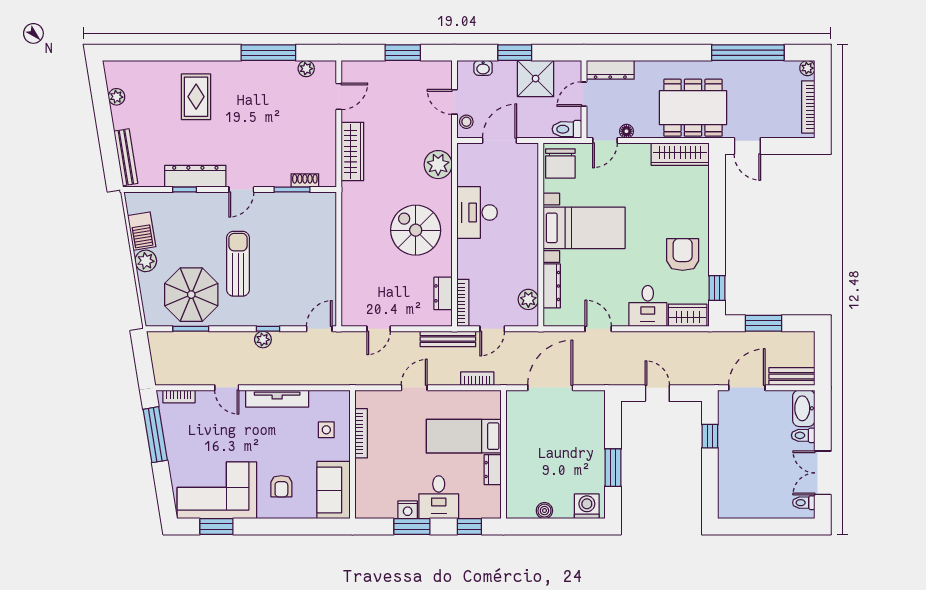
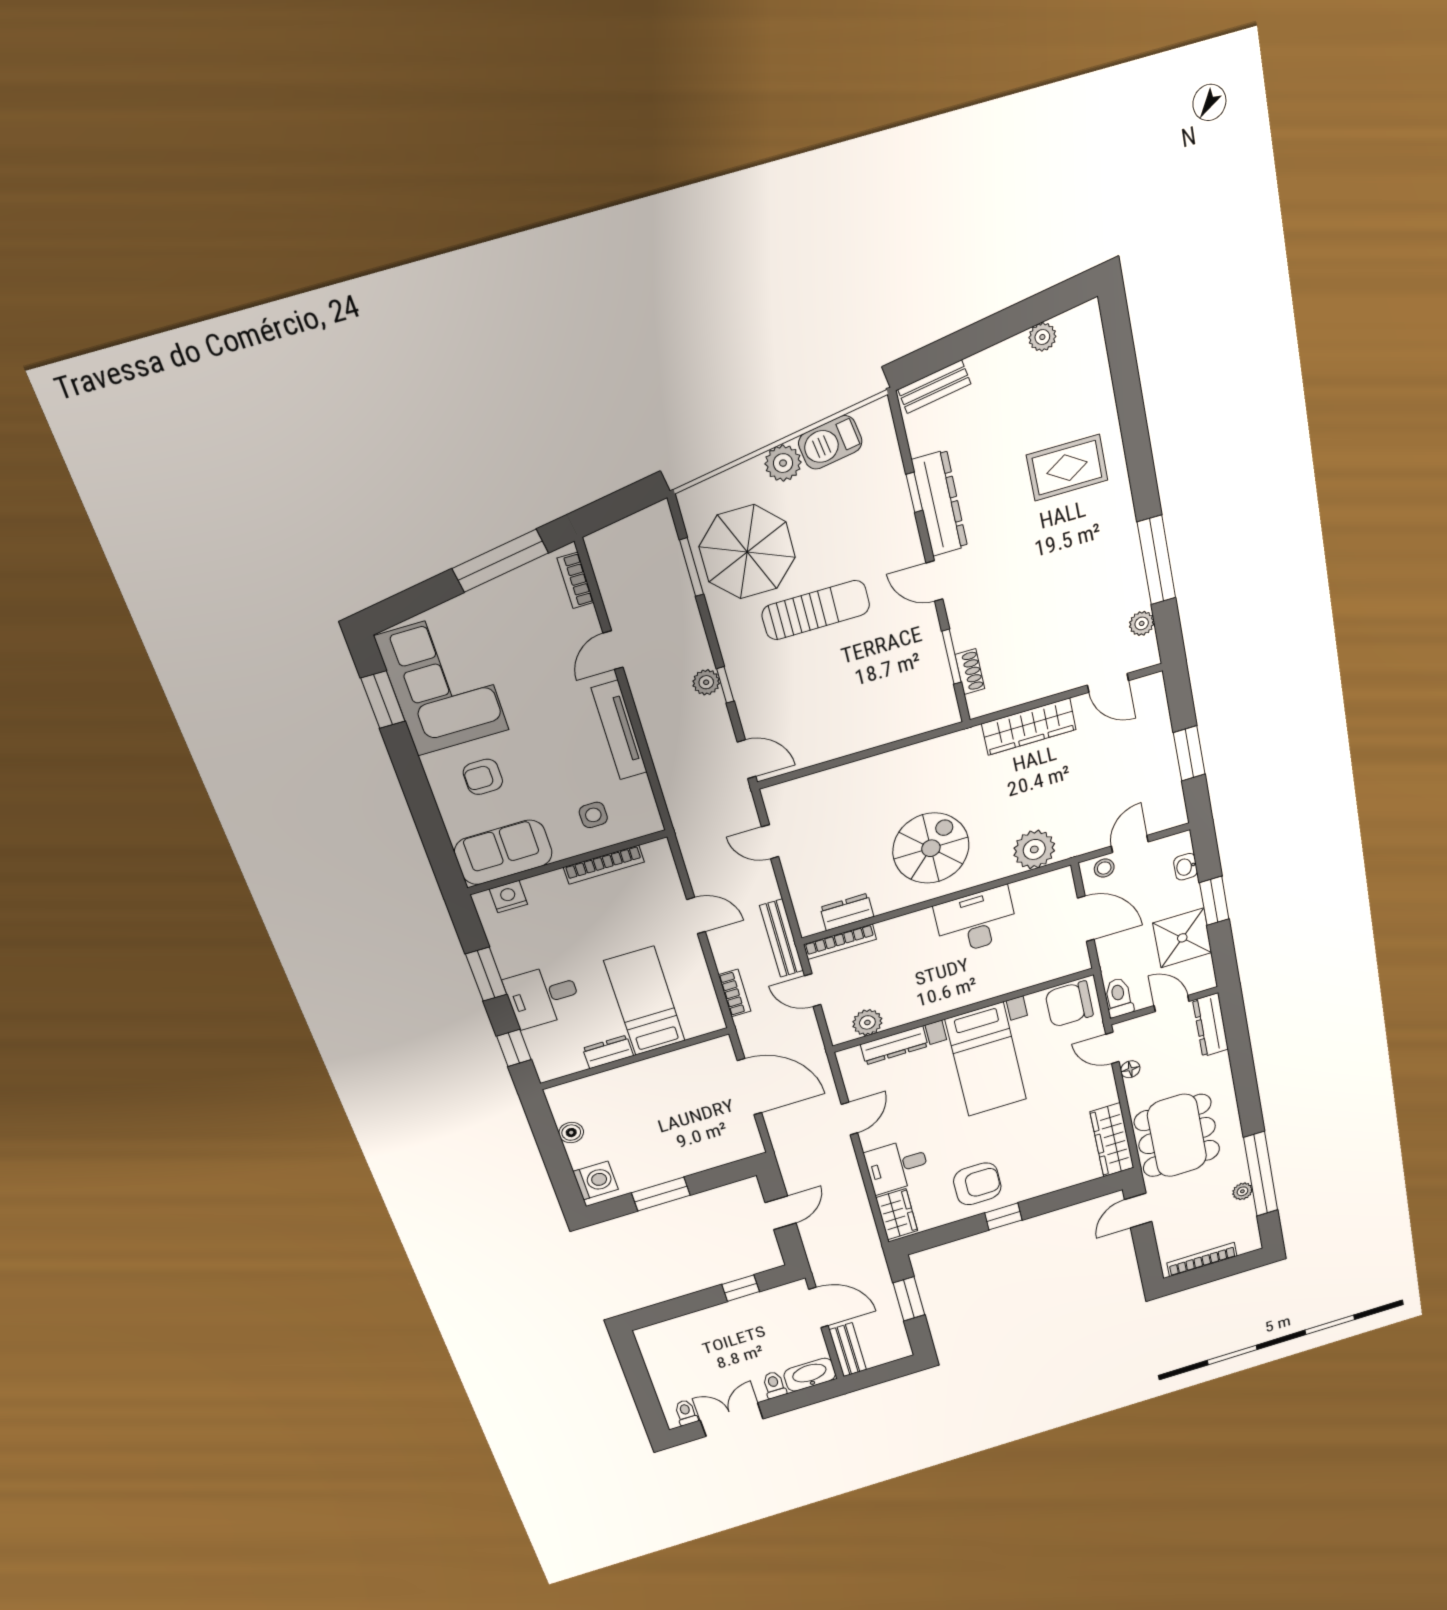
plant: (807, 68) -> (1242, 1191), moved
bench: (126, 157) -> (934, 387), width x0.73
window: (717, 288) -> (1003, 1216), moved
nightstand: (408, 510) -> (508, 897), moved, turned 90

